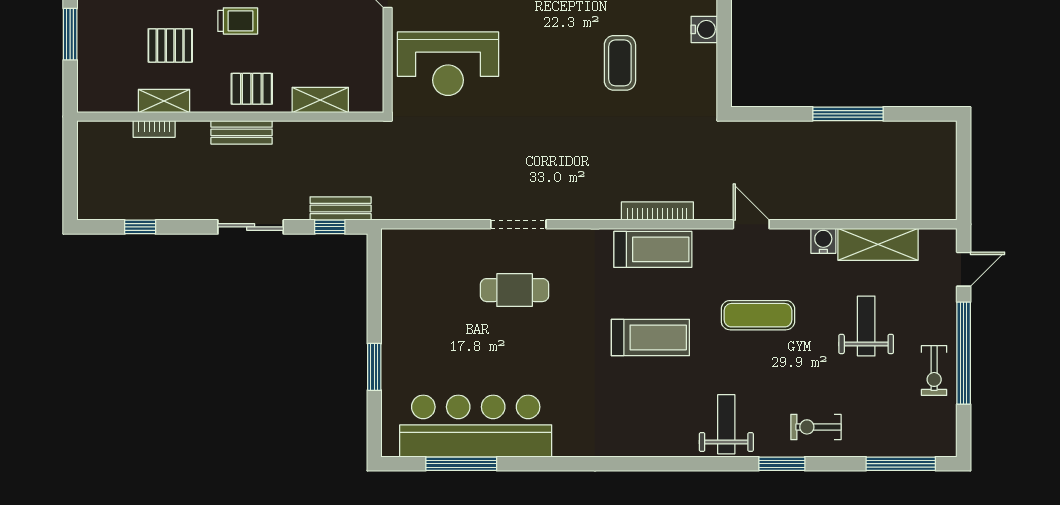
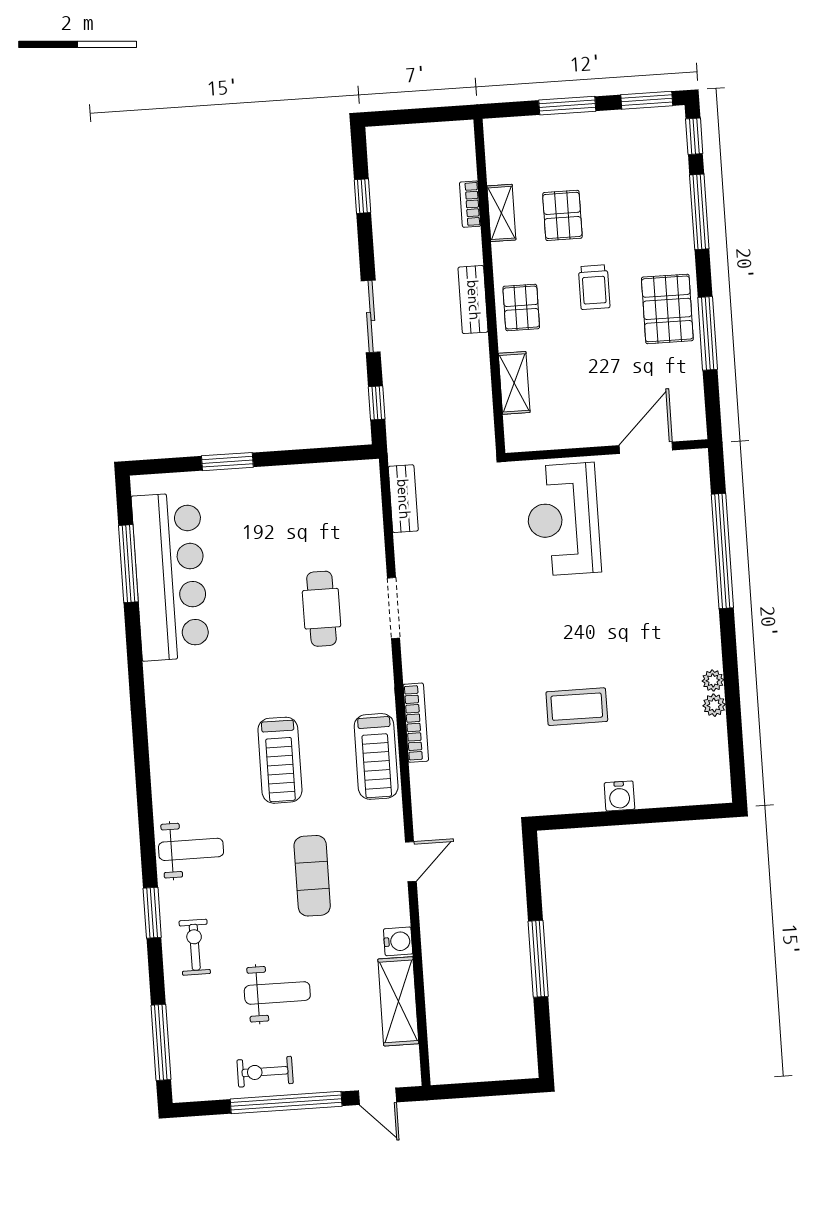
bench: (341, 209) -> (403, 499), moved
bookcase: (657, 211) -> (416, 723), moved
weight bench: (866, 326) -> (277, 993), moved

